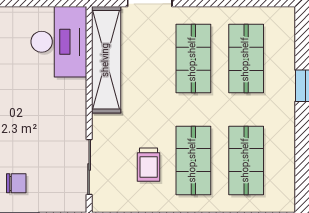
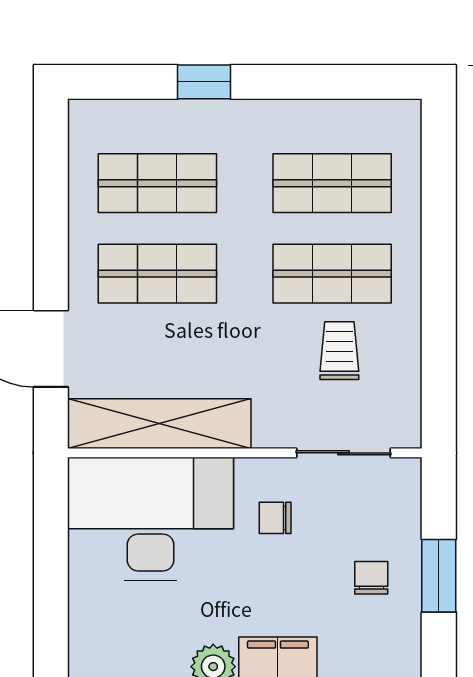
desk: (59, 42) -> (151, 519), width x1.36, depth x1.30
chair: (51, 127) -> (275, 518), added
trolley: (149, 165) -> (339, 351), turned -90

